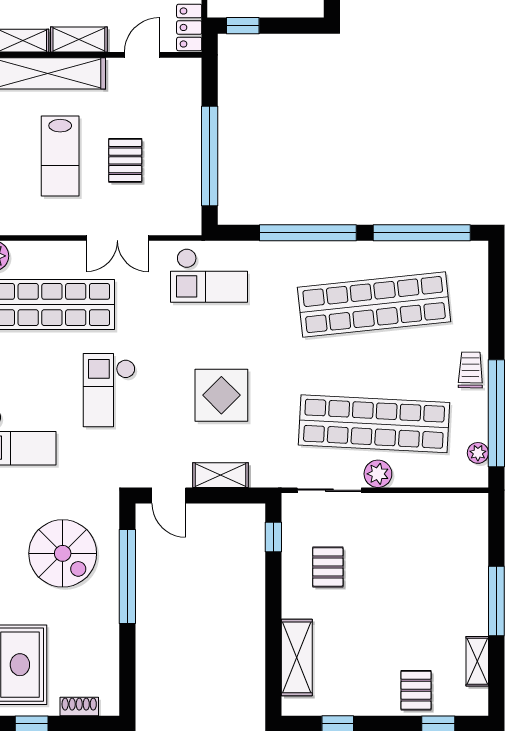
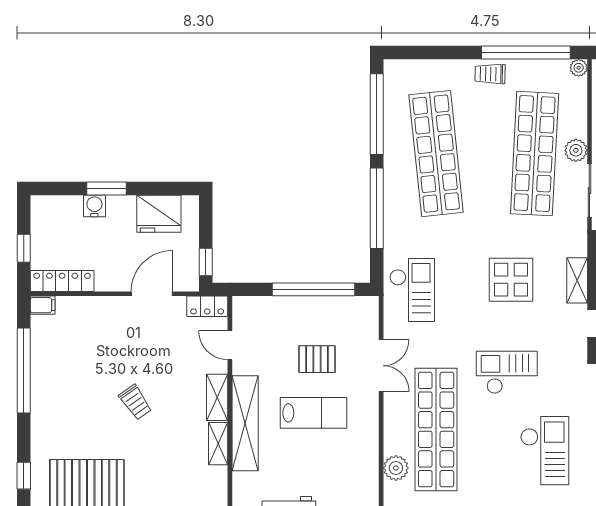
checkout: (109, 390) -> (507, 372), turned 180
plant: (478, 453) -> (579, 68), moved

